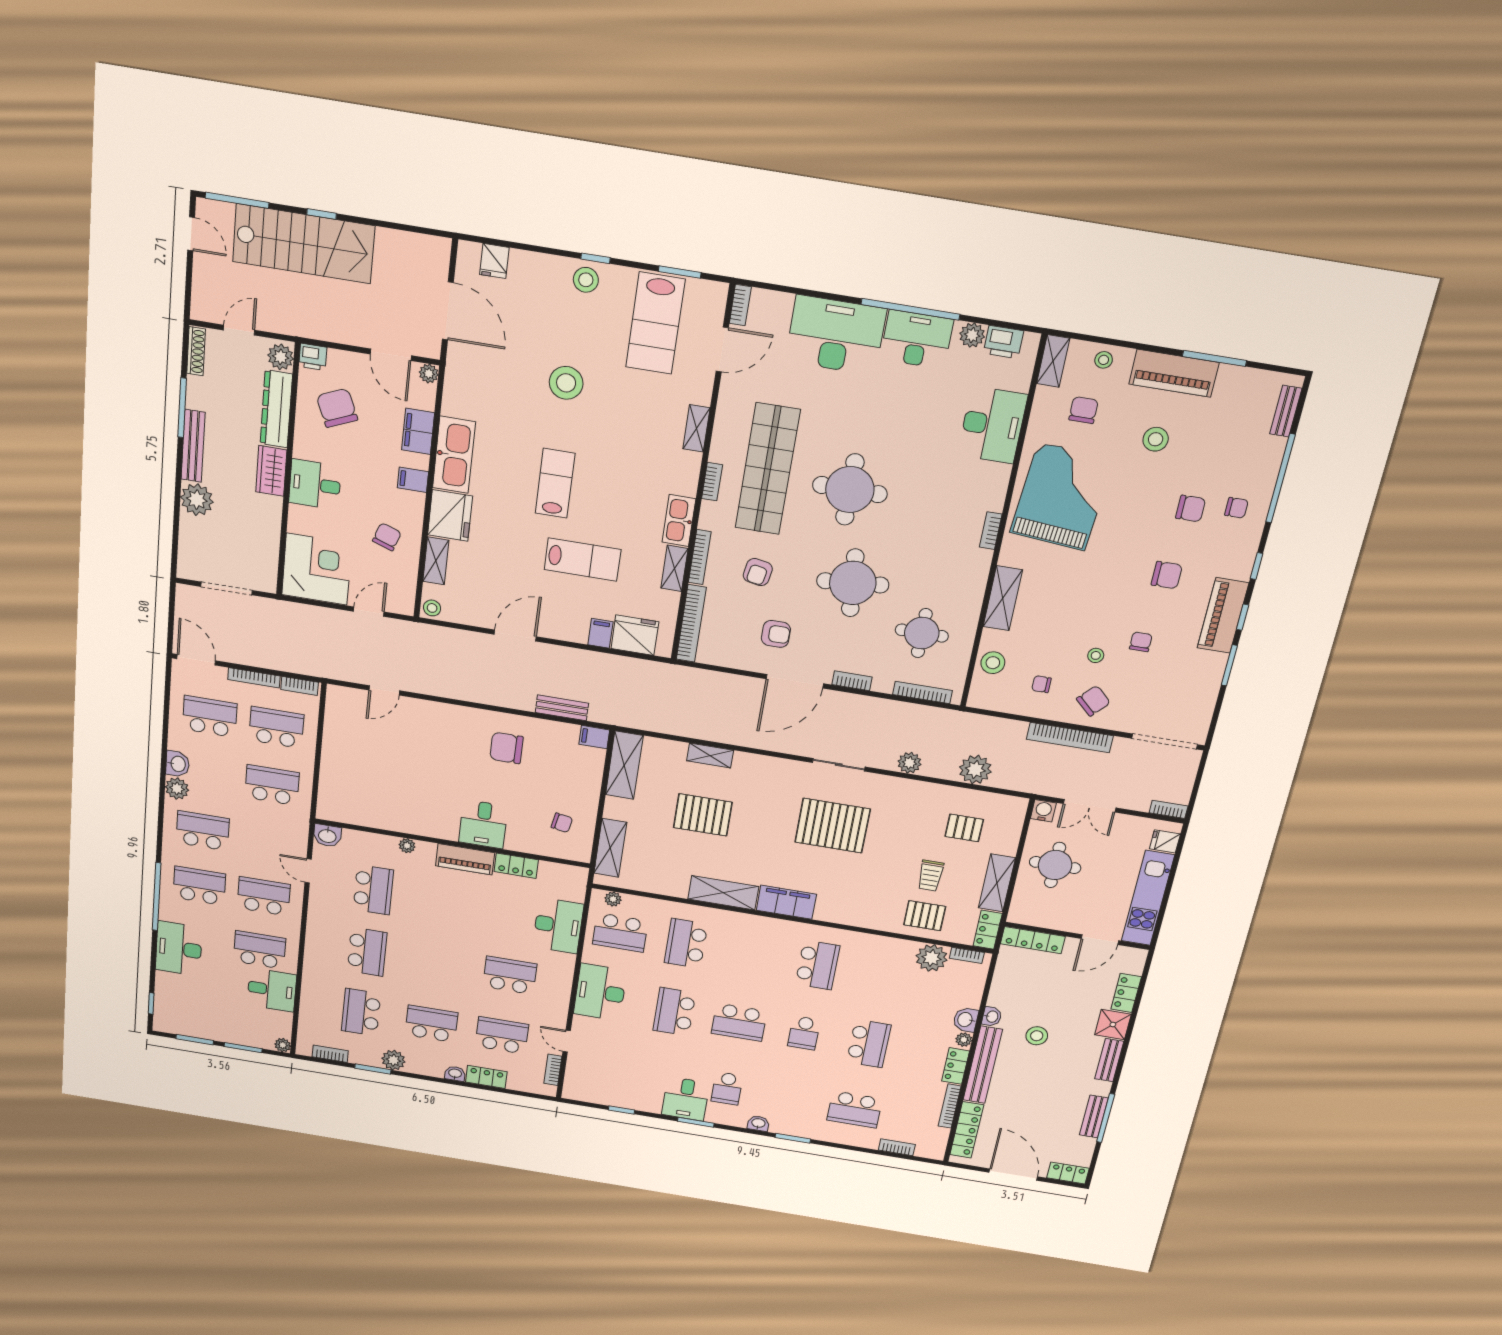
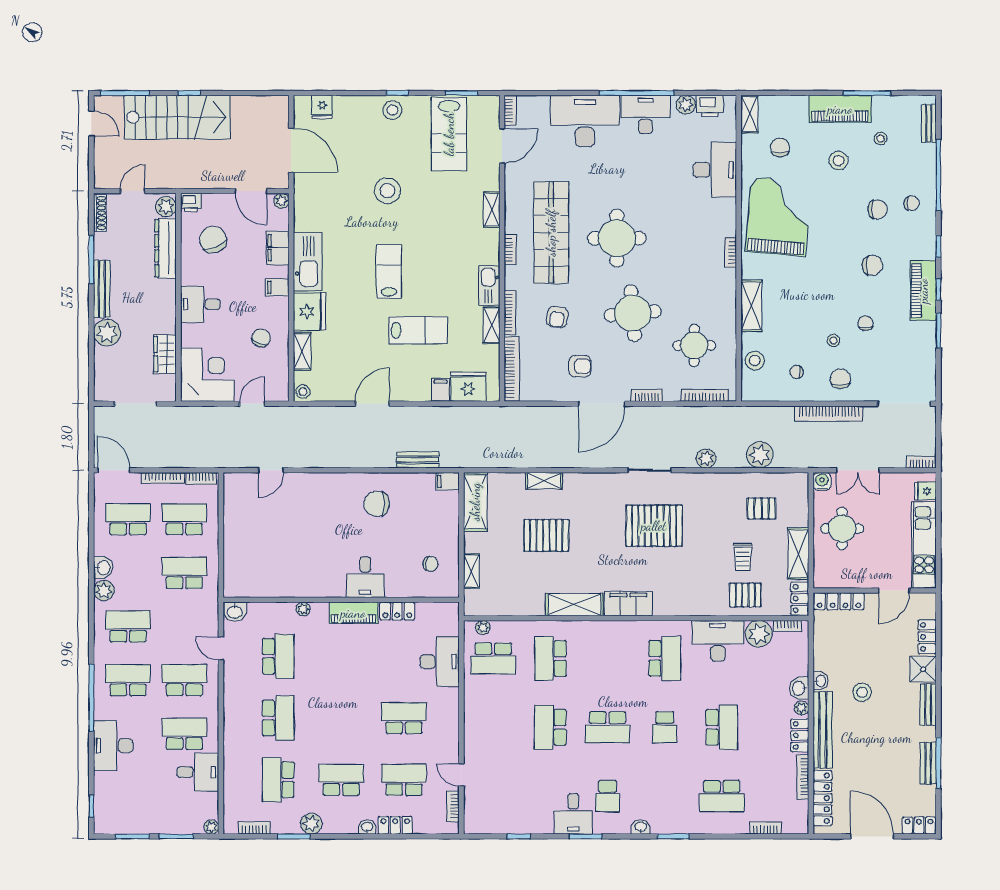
stool: (1104, 360) -> (881, 139), moved
wardrobe: (271, 471) -> (165, 354), moved
chair: (1093, 701) -> (840, 379), turned -43
shelving: (610, 848) -> (471, 571), width x0.67, depth x0.75
desk: (600, 992) -> (718, 641), moved, turned 90

